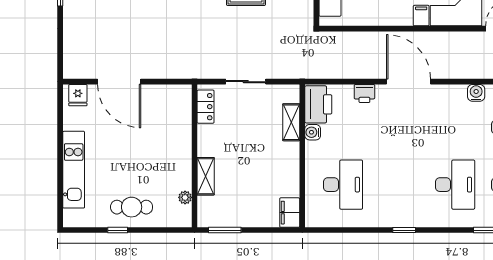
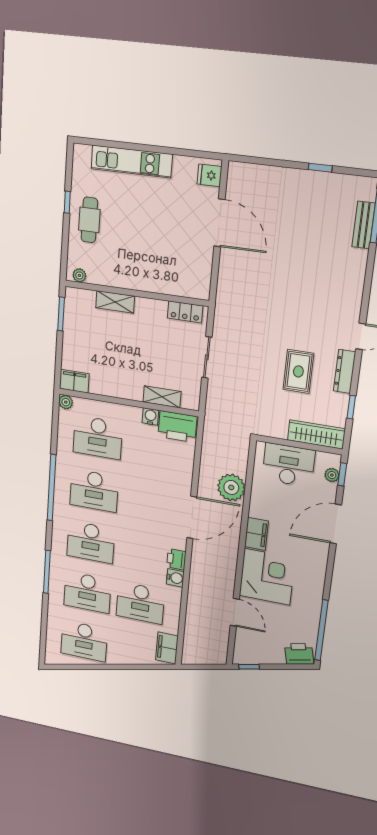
filing cabinet: (421, 16) -> (256, 534), width x2.00
plant: (370, 45) -> (231, 487), added
door: (119, 82) -> (219, 223), swing flipped
printer: (364, 94) -> (176, 559), moved
desk: (399, 185) -> (94, 491), added
plant: (185, 197) -> (79, 275), moved
plant: (312, 220) -> (66, 402), added
window: (404, 230) -> (52, 488), width x3.17

